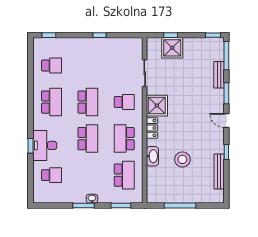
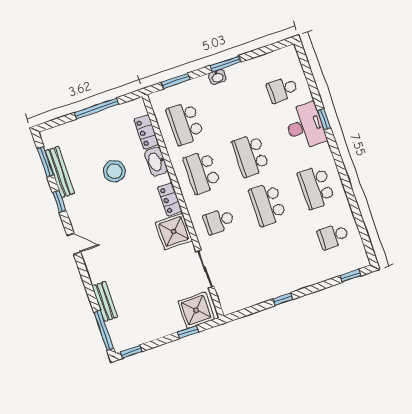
shower: (172, 48) -> (196, 310), moved
window: (226, 93) -> (45, 162), moved
school desk: (124, 139) -> (202, 172), turned 180
locker: (152, 178) -> (146, 132), added

